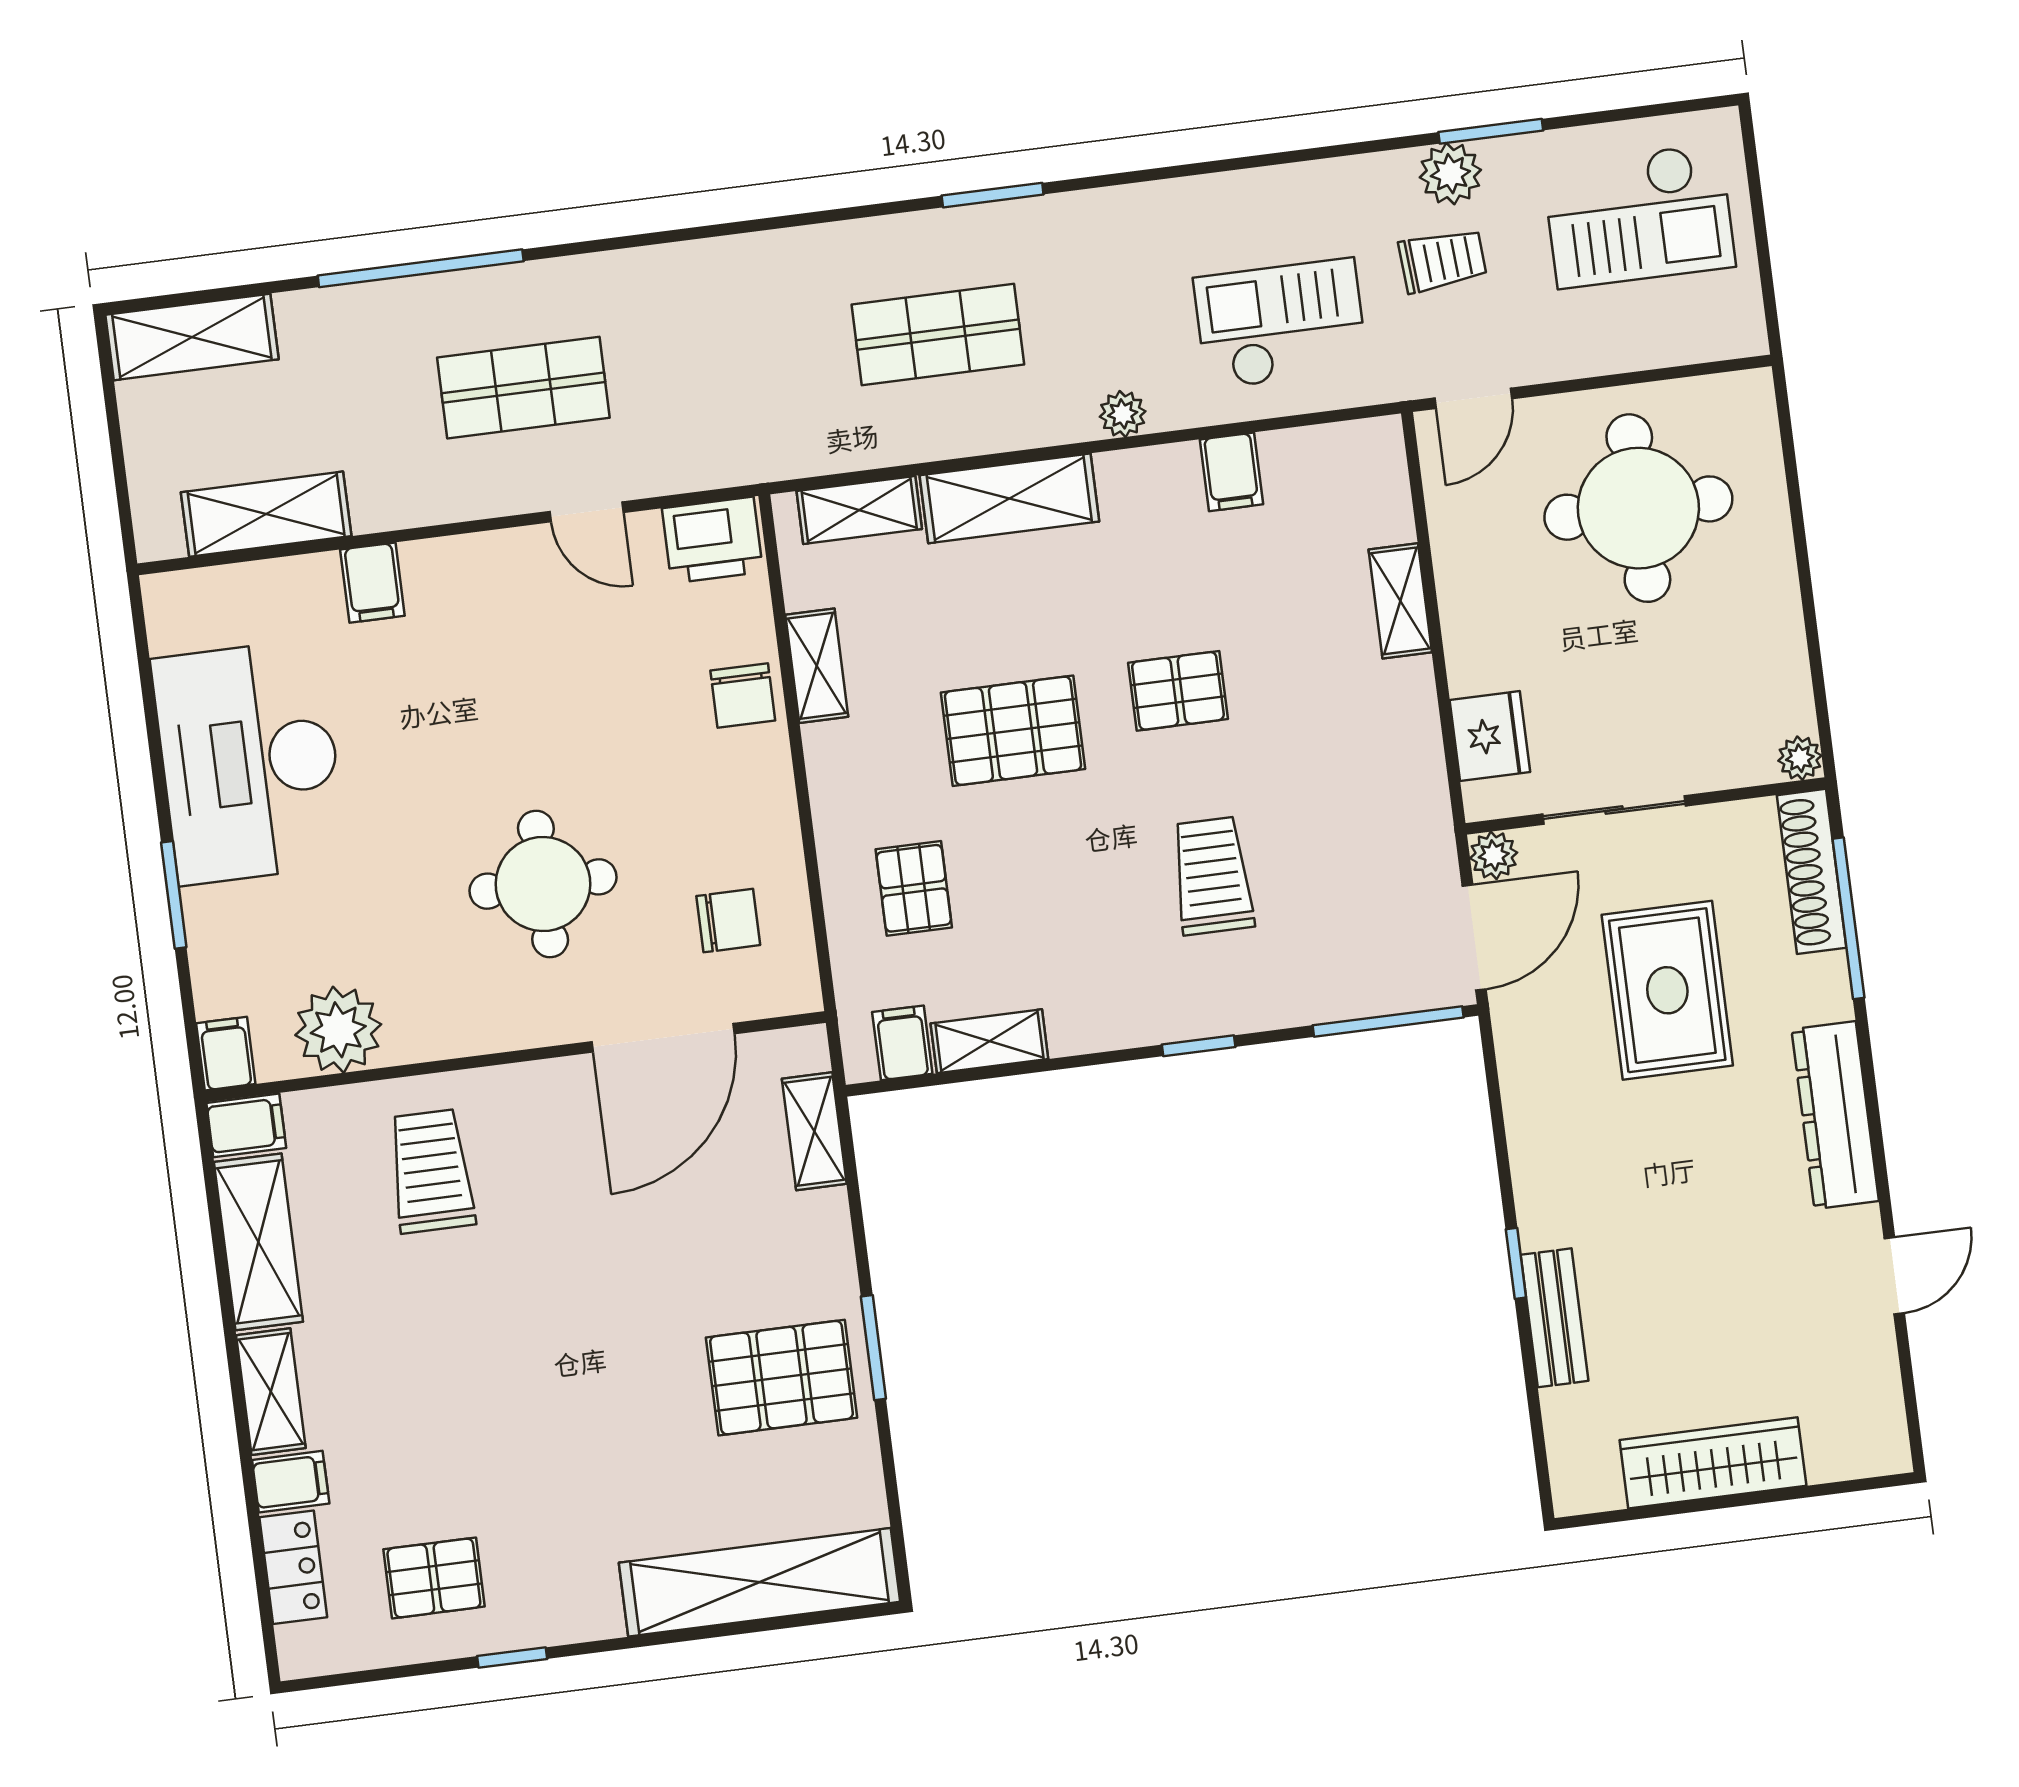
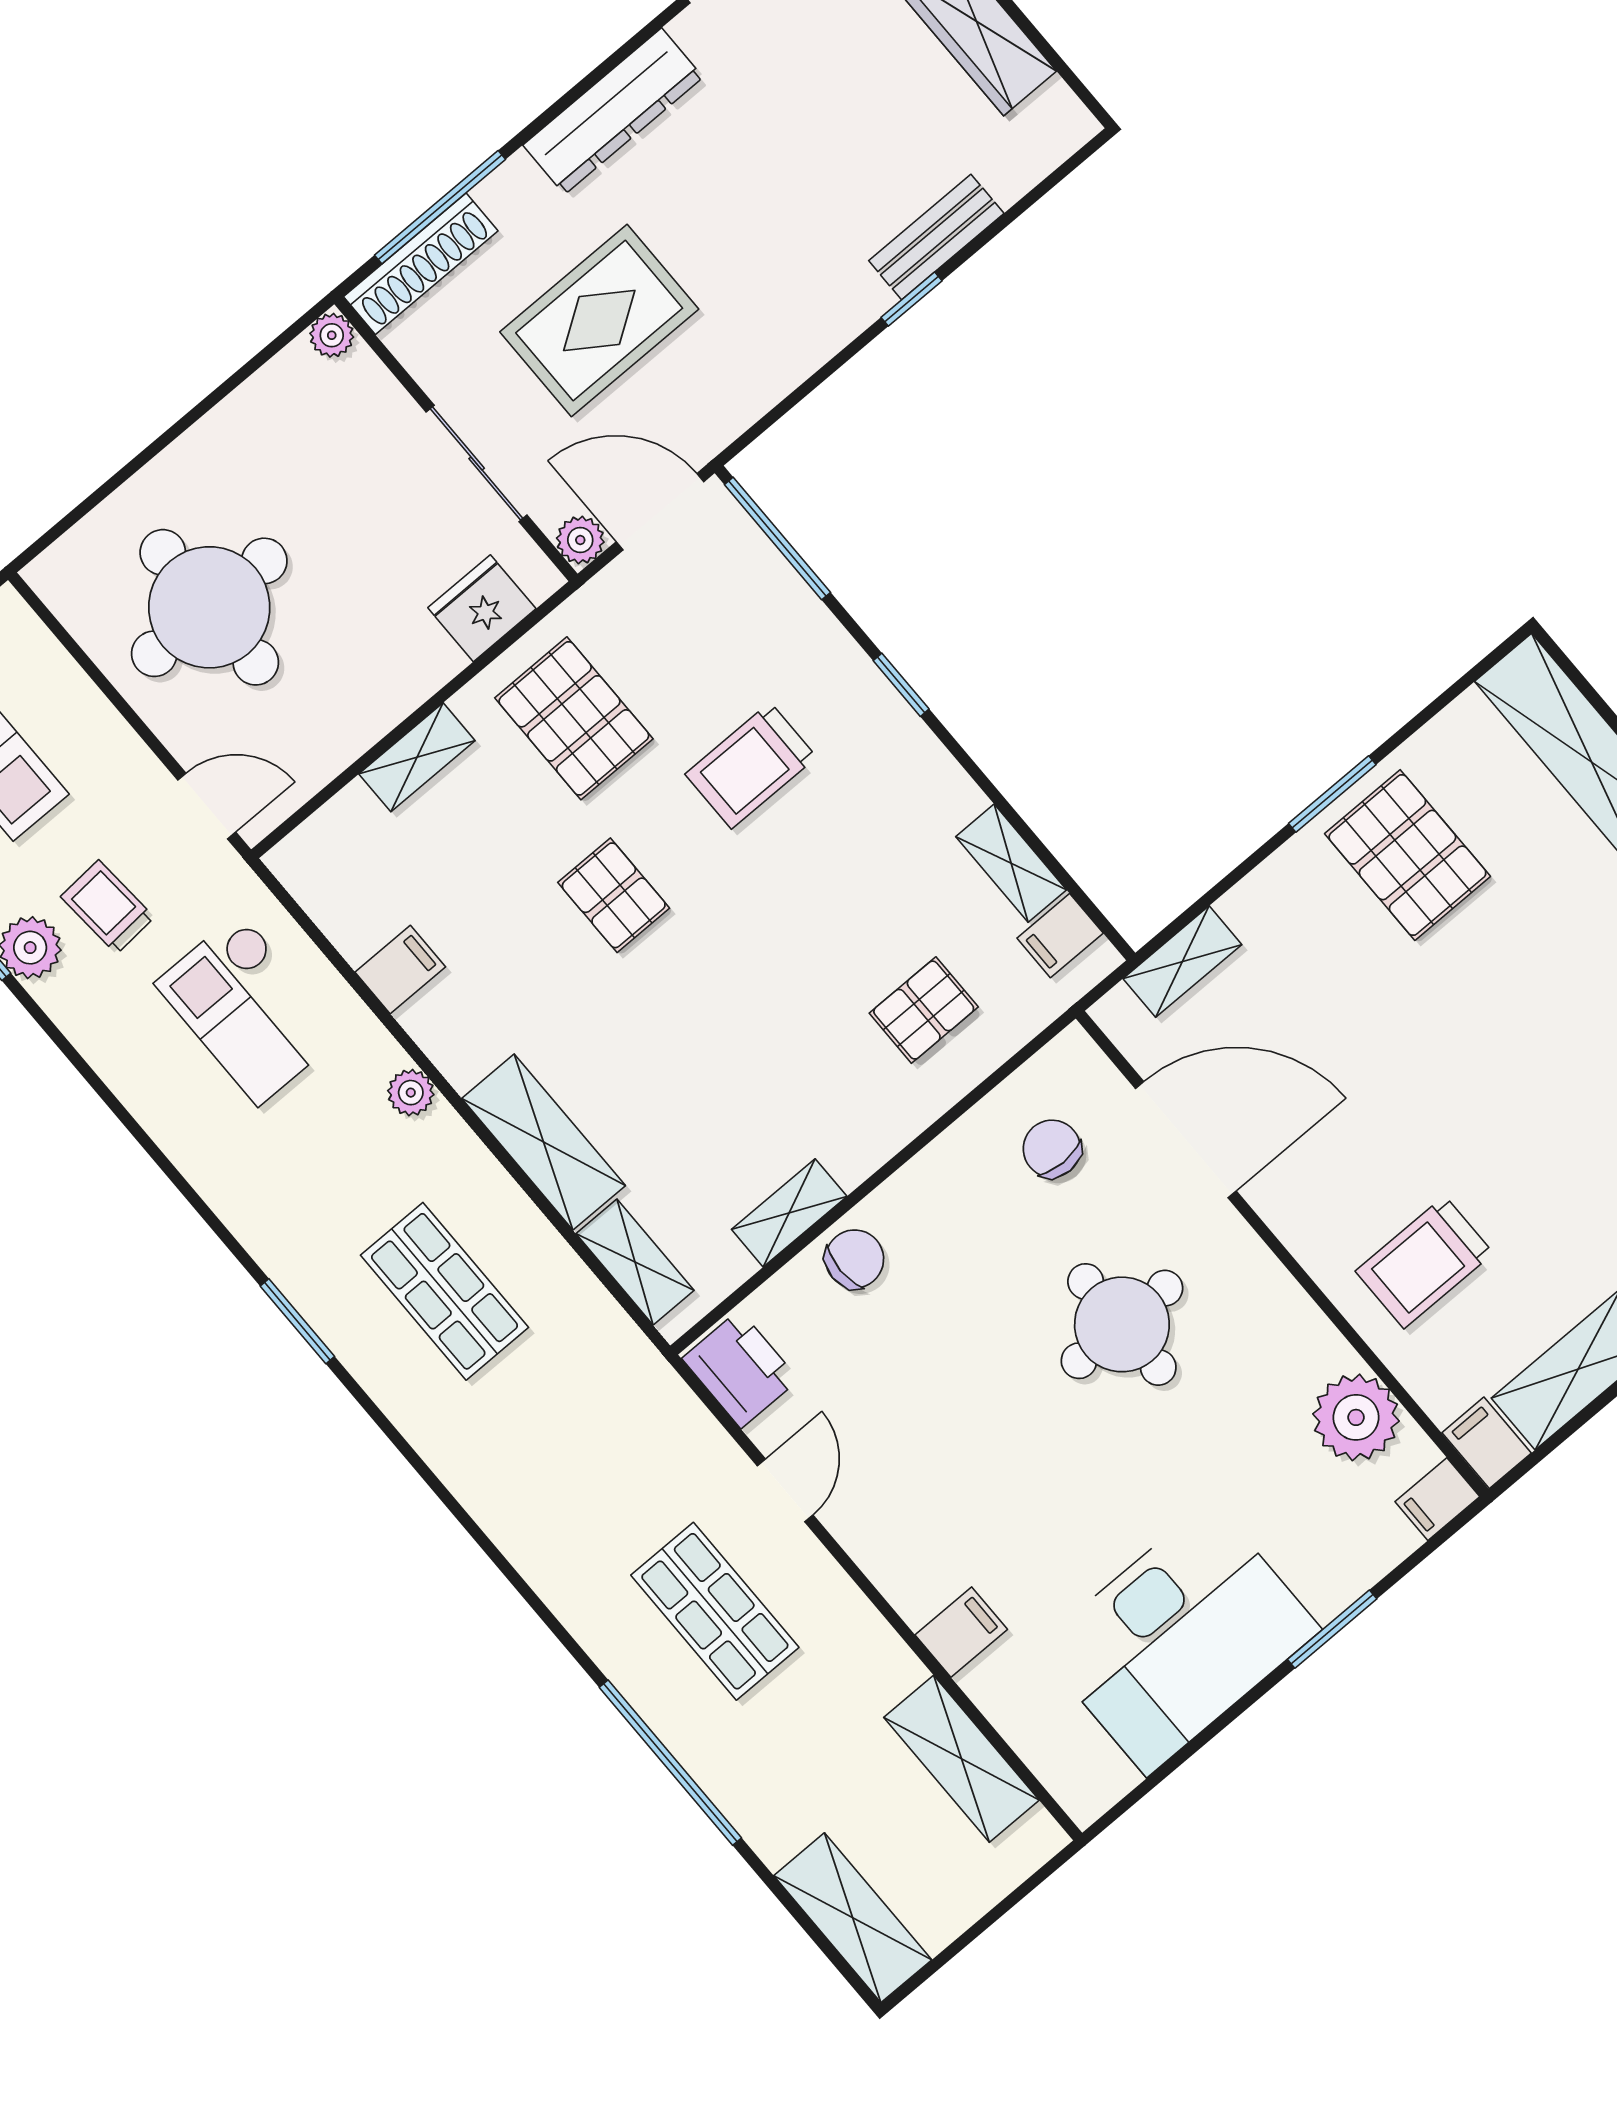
pallet: (1013, 731) -> (574, 718), moved

